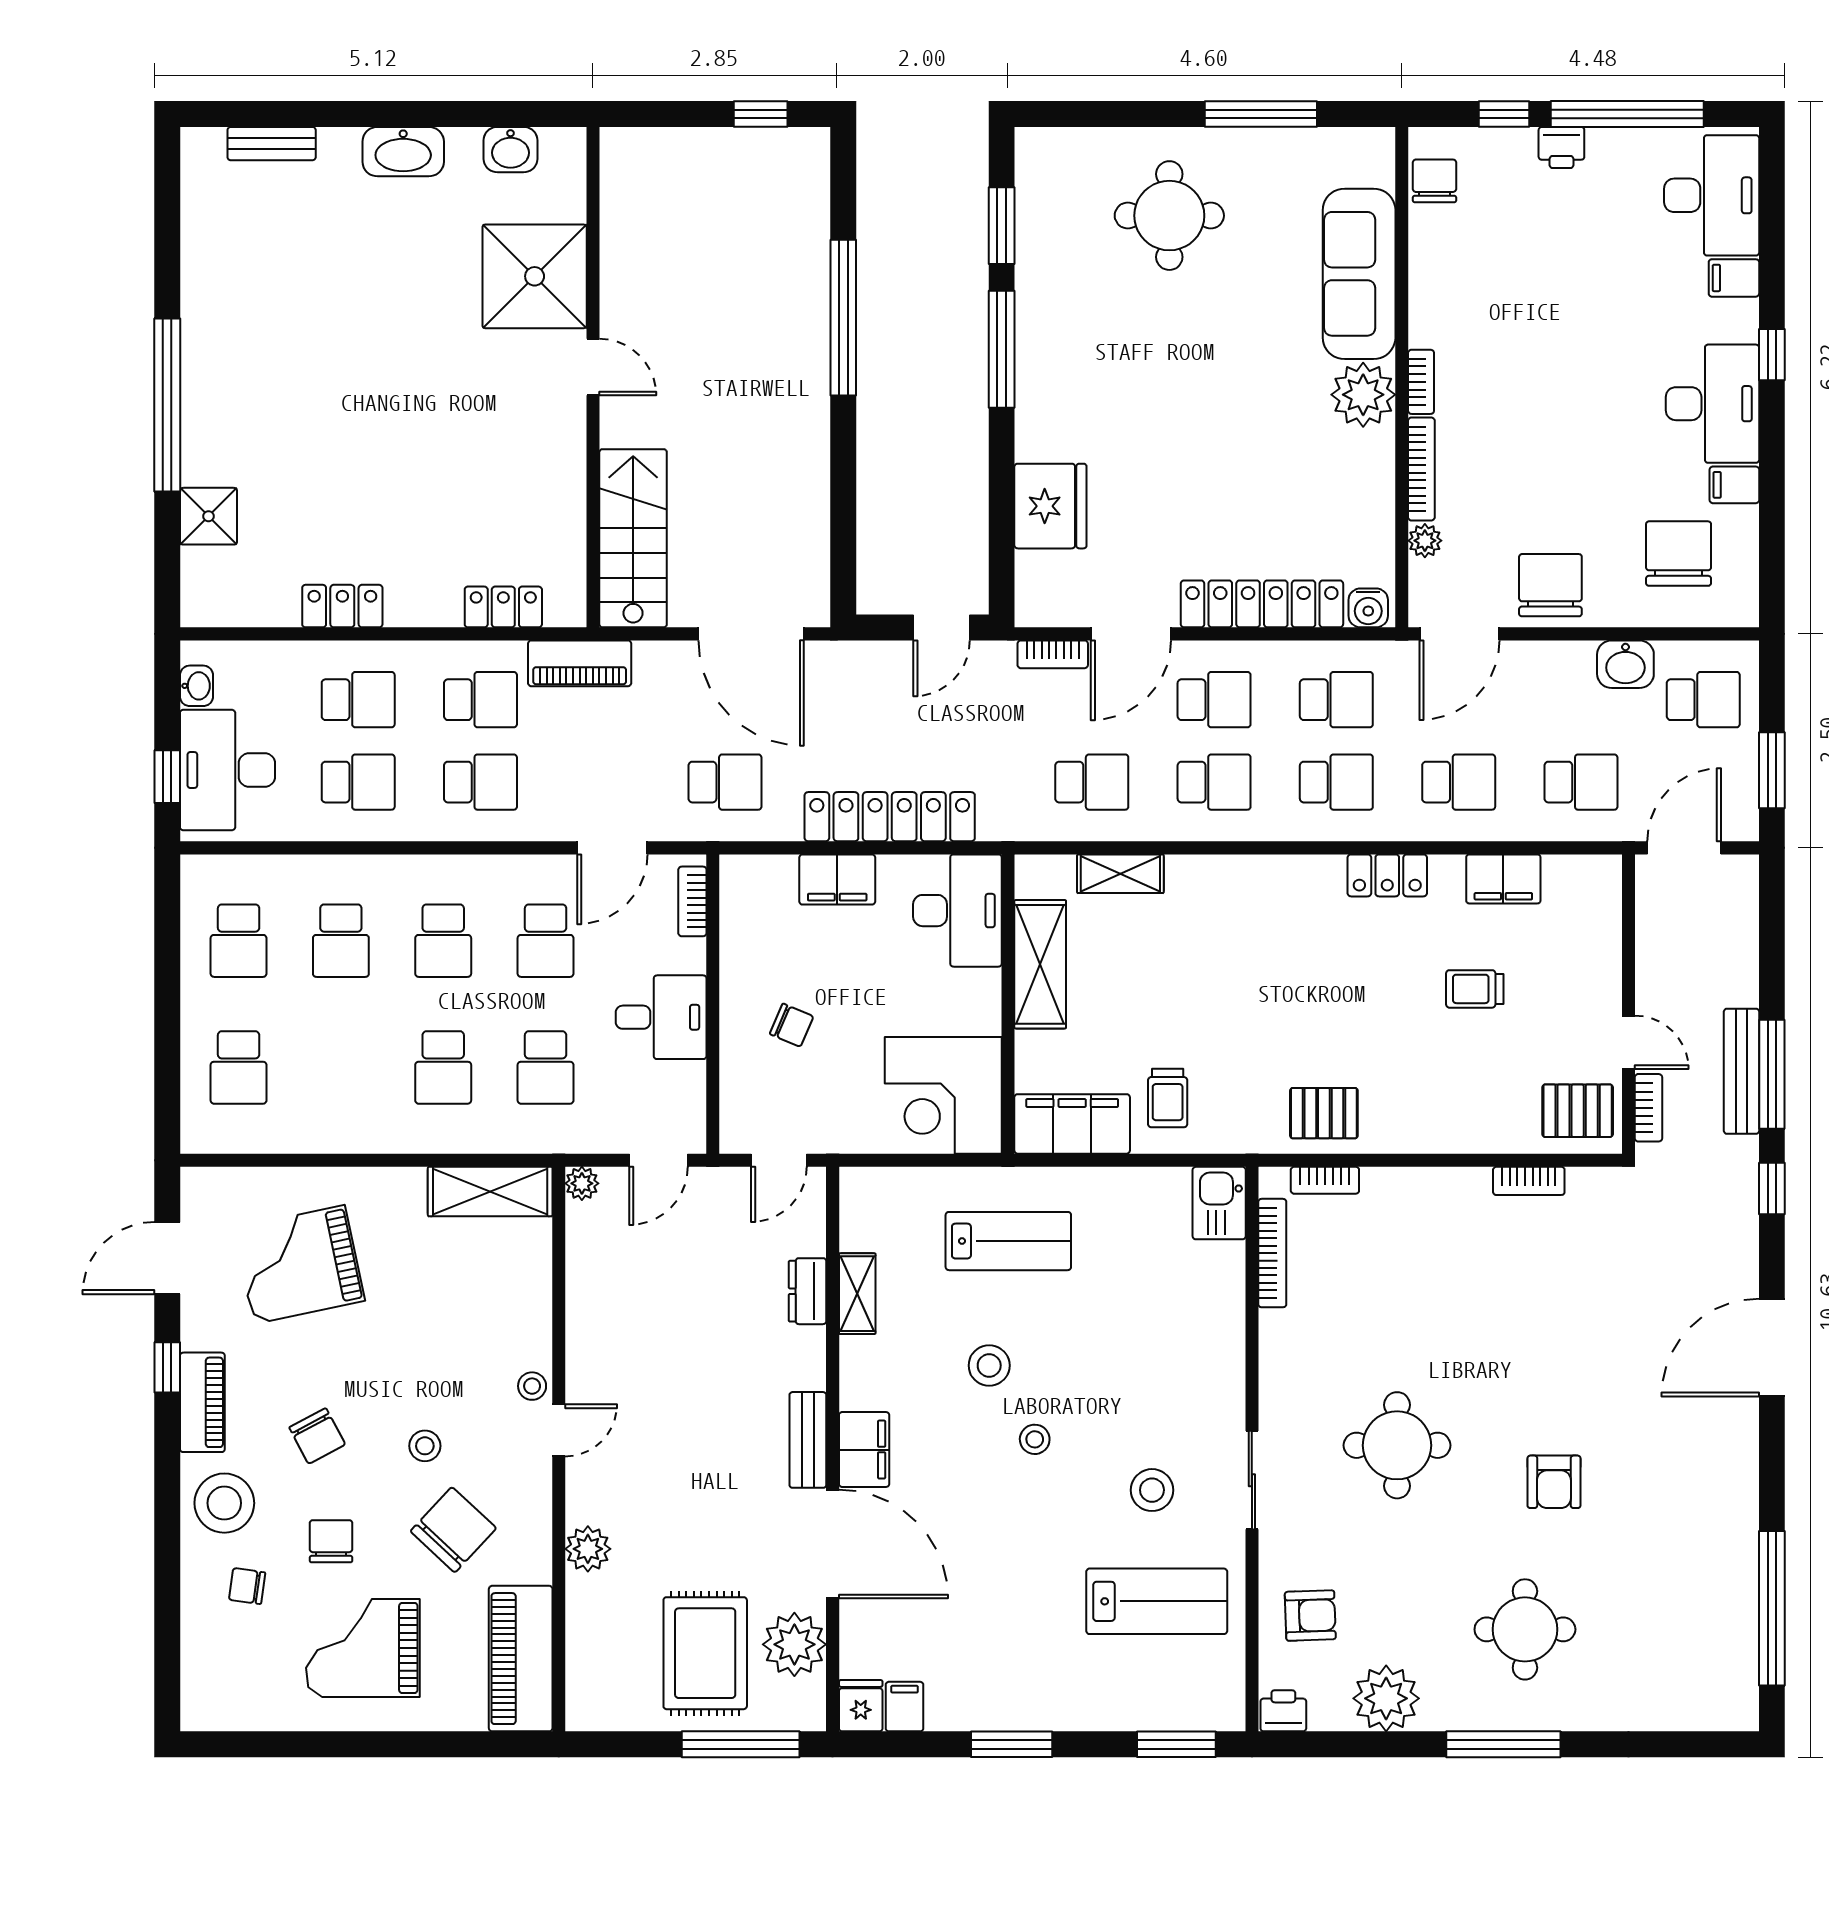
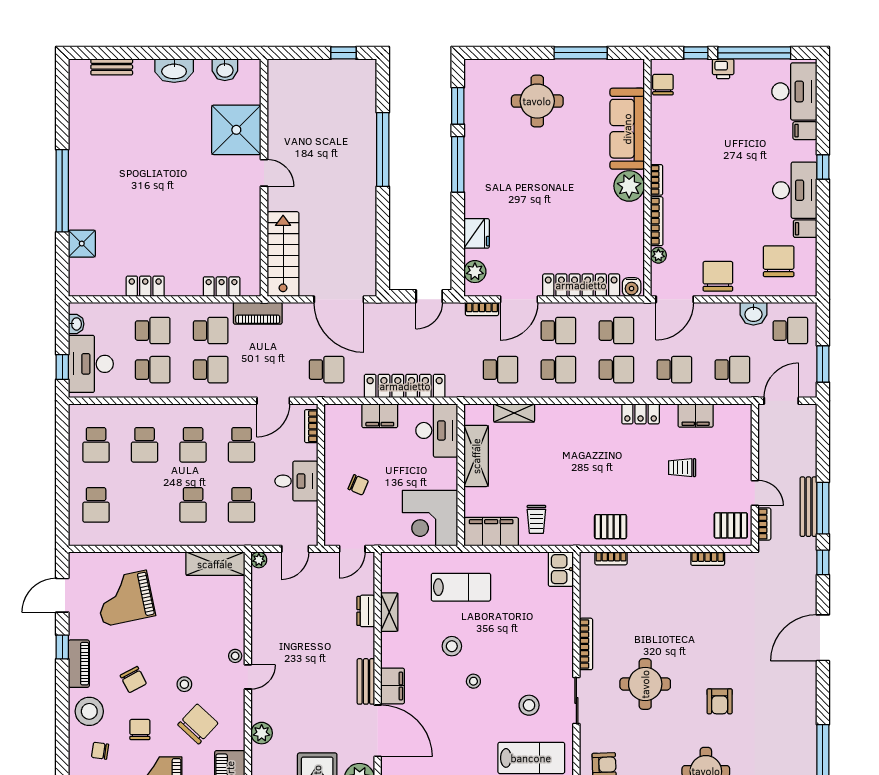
fridge: (1050, 506) -> (477, 233), width x0.73, depth x0.75
plant: (1038, 575) -> (475, 272), added
bookcase: (1272, 1253) -> (586, 644), moved

